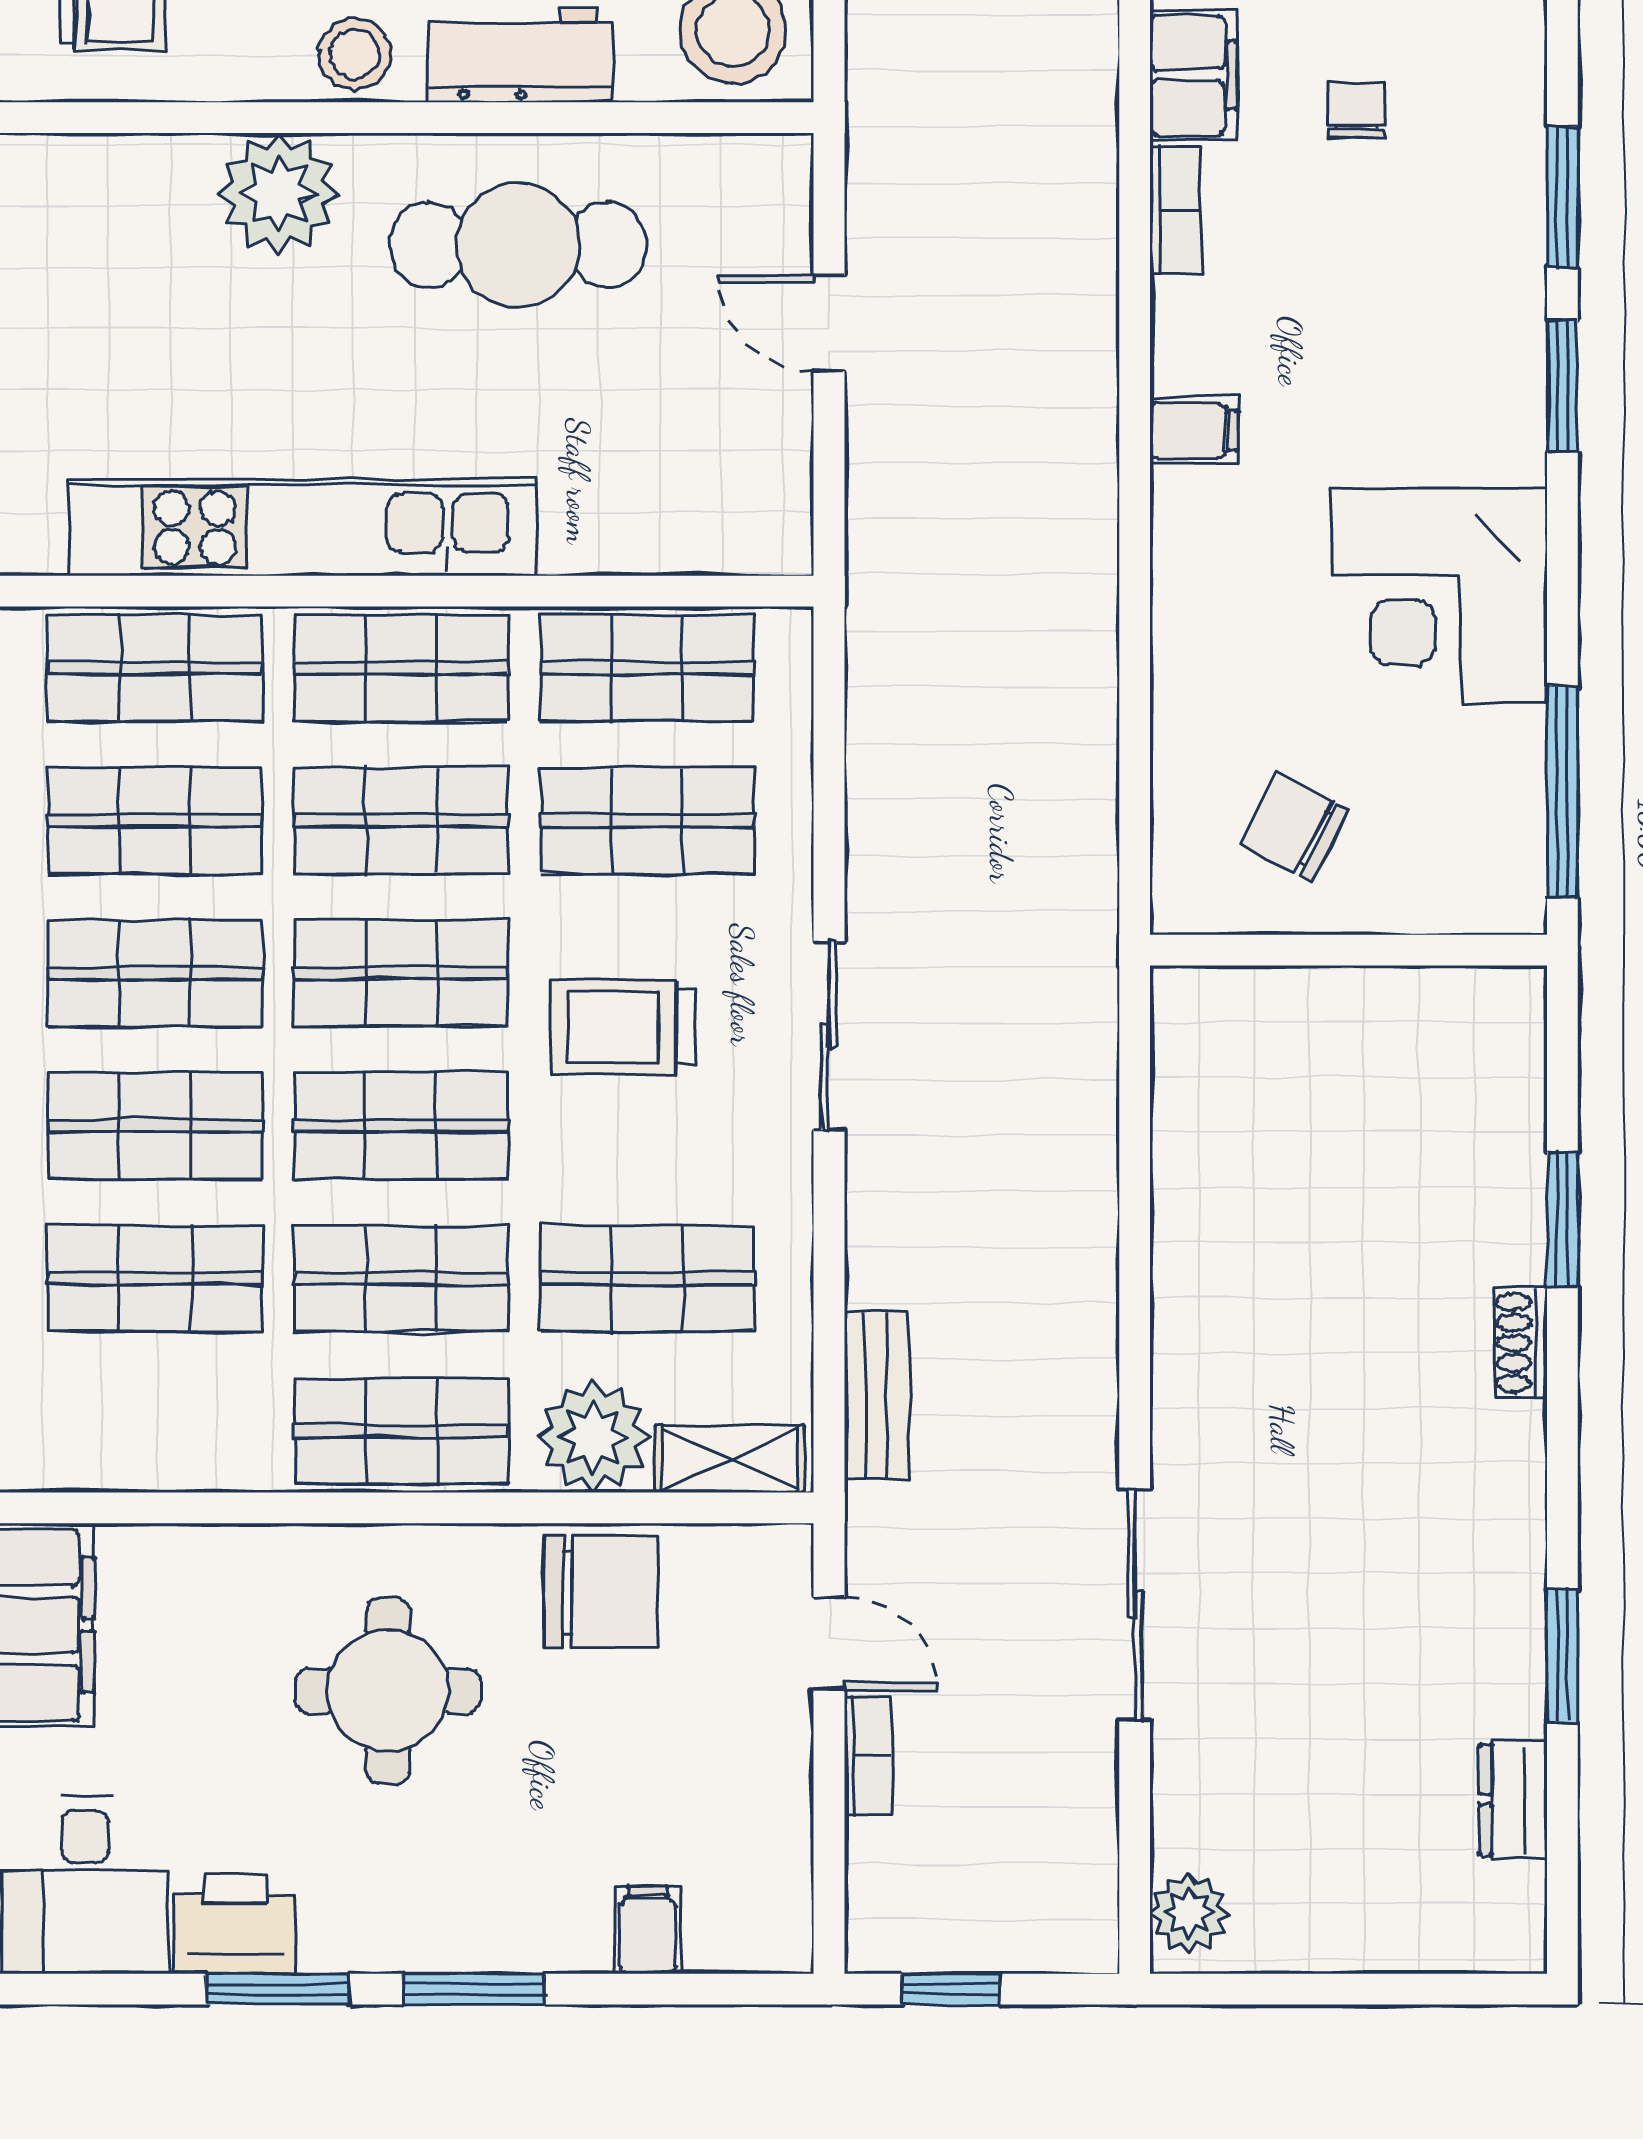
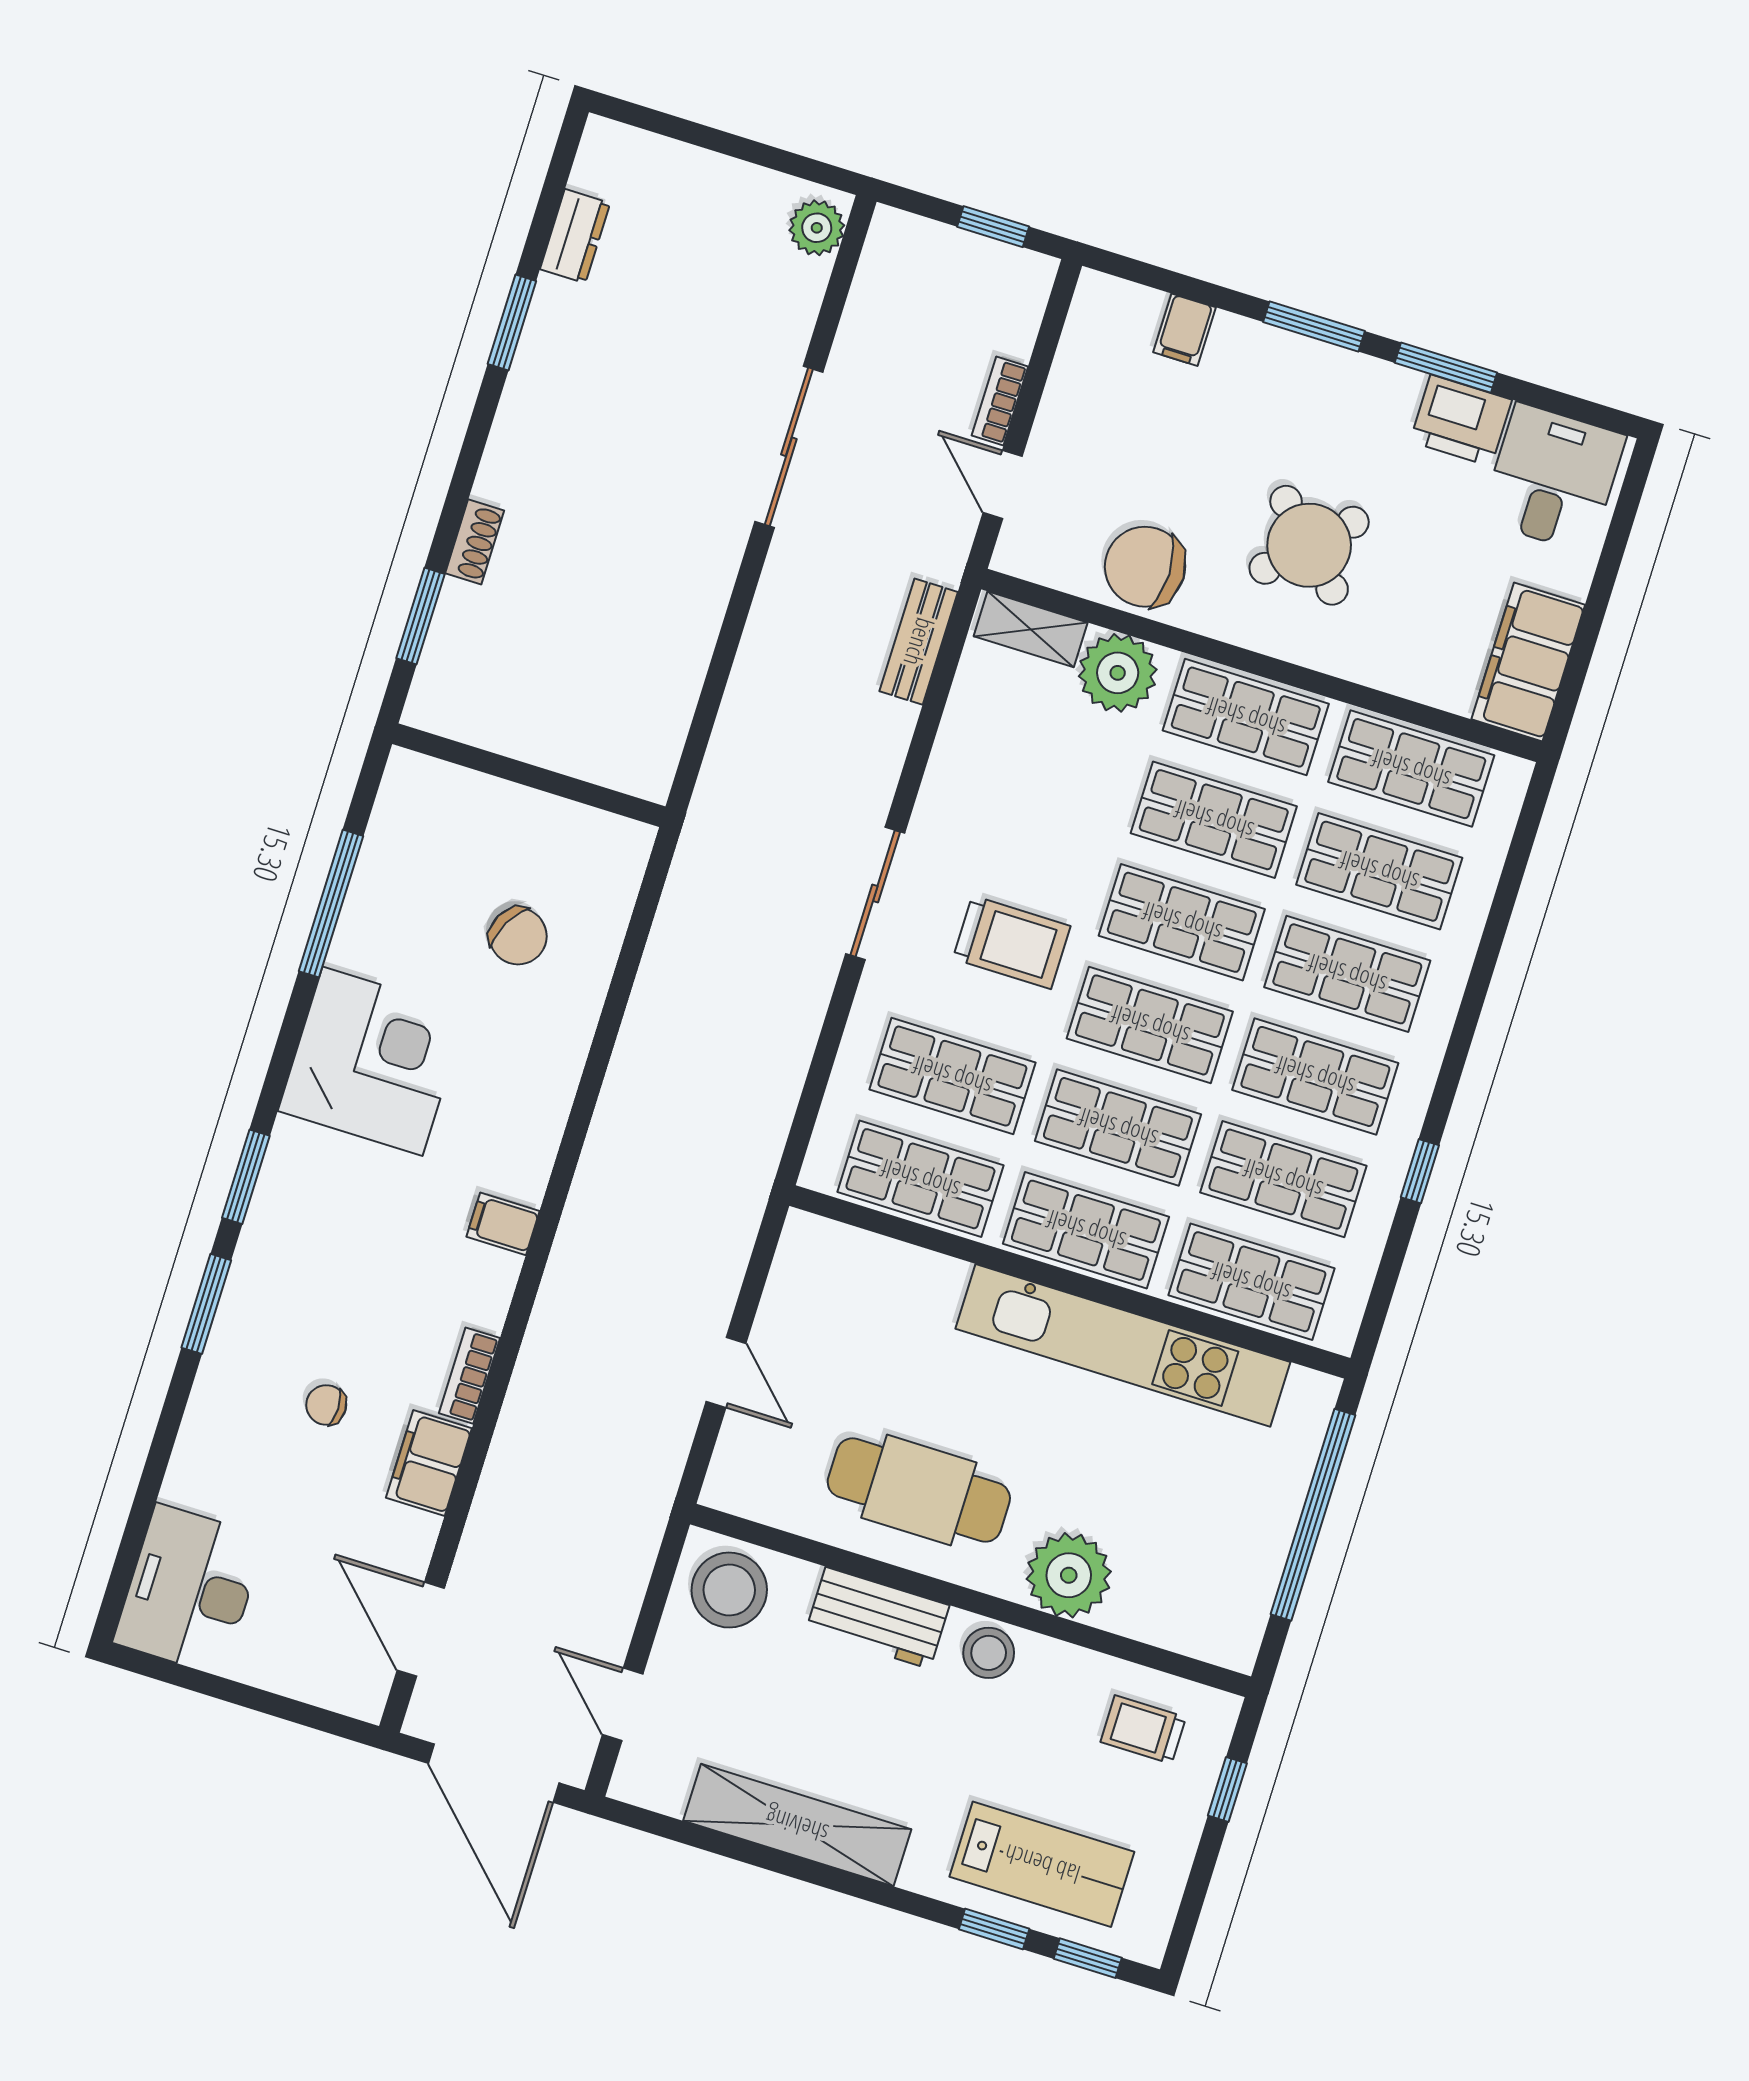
chair: (1357, 110) -> (326, 1405), turned 90
wall: (1348, 950) -> (529, 775), moved
shop shelf: (647, 1278) -> (1411, 769), moved
round table: (388, 1691) -> (1309, 545), turned 45

